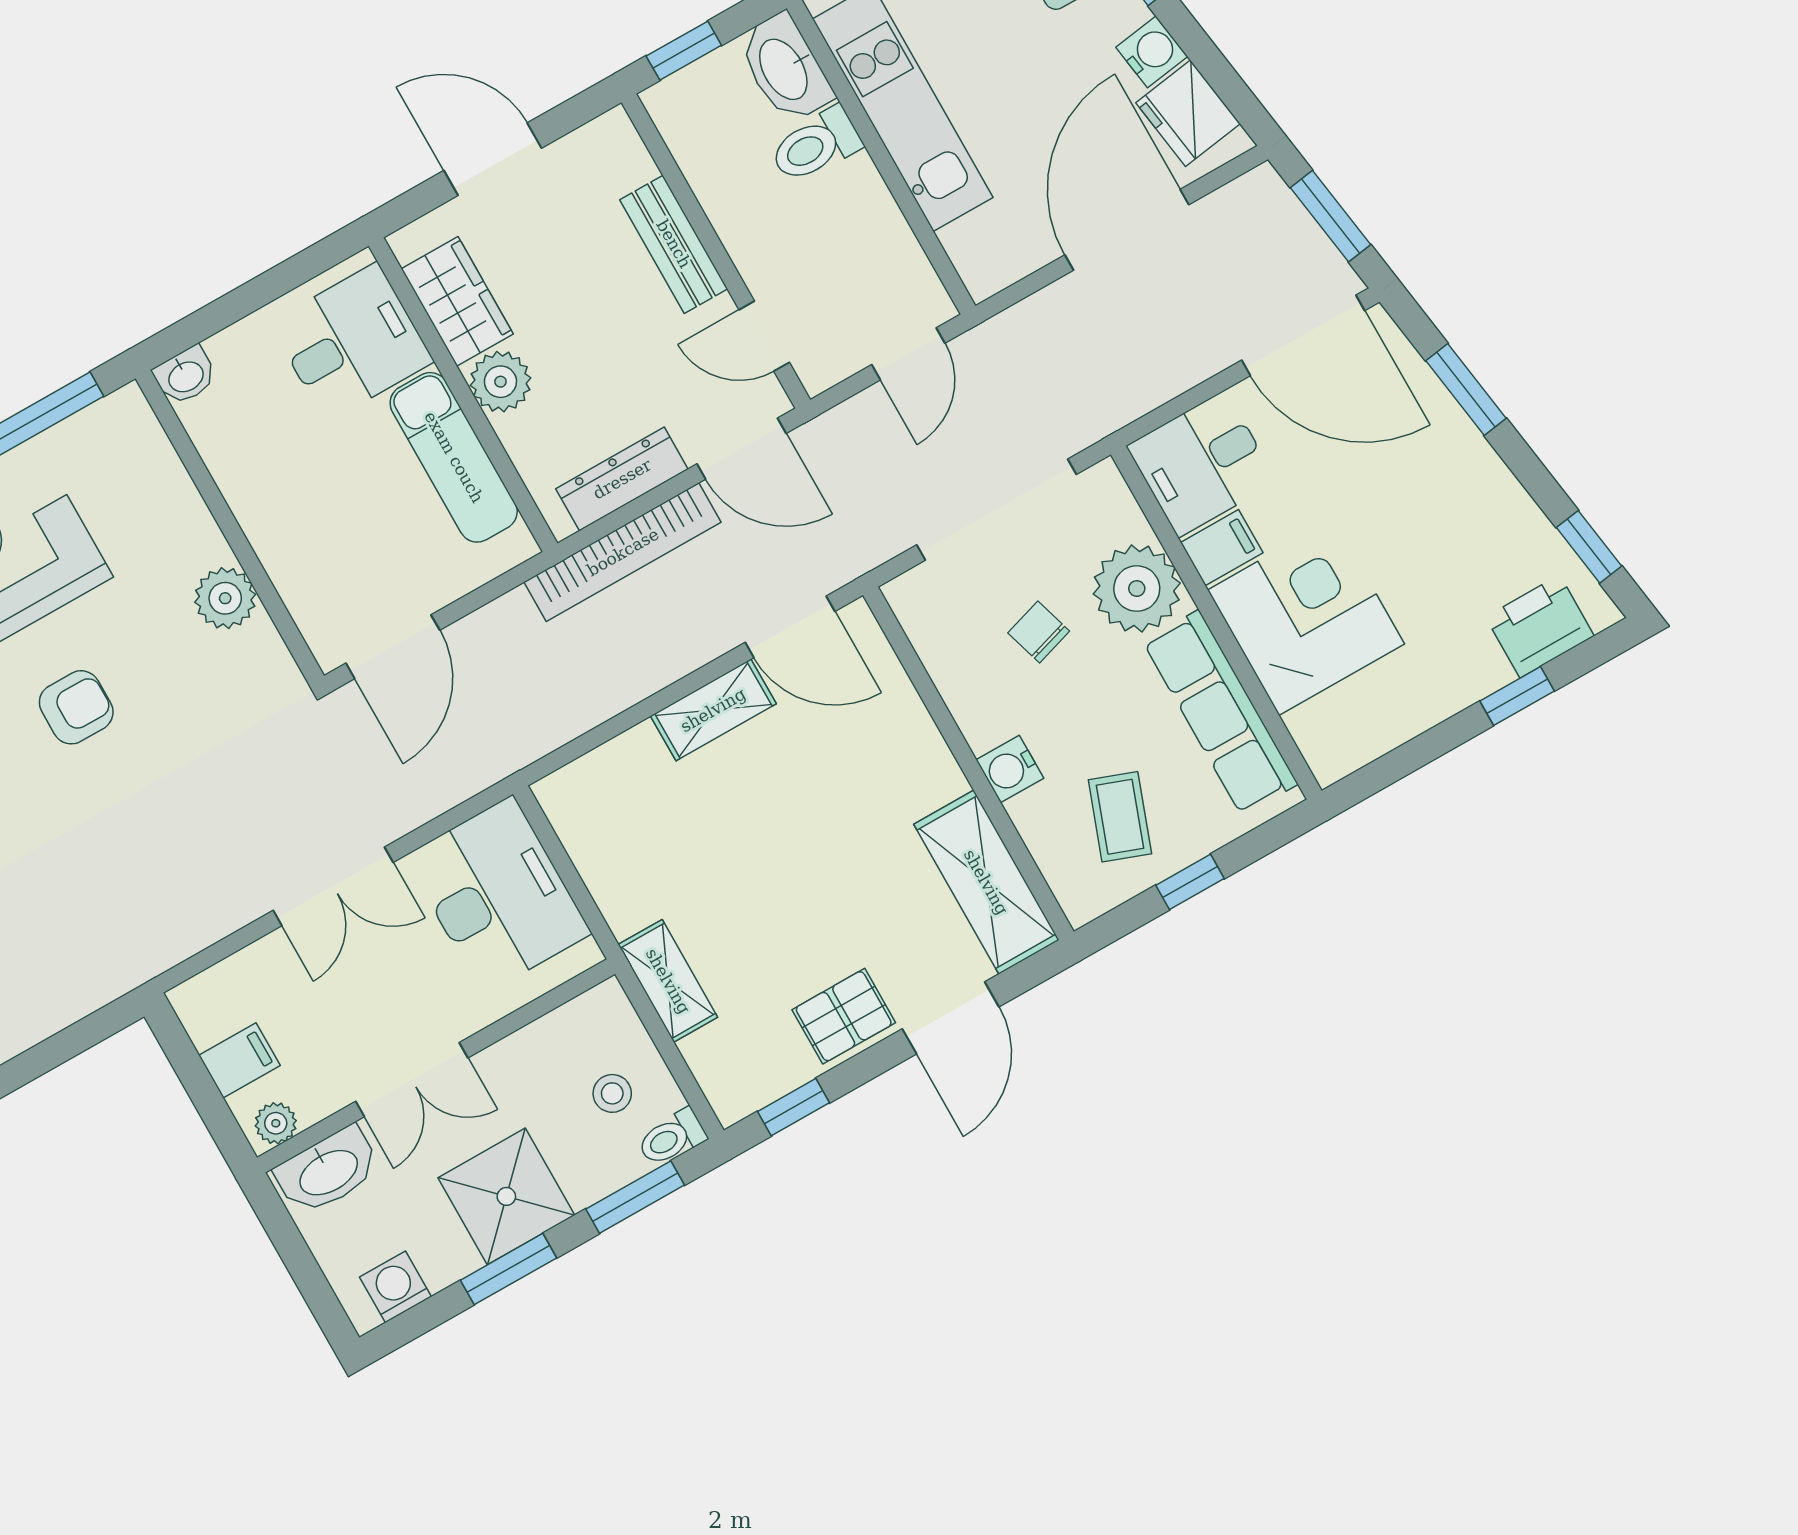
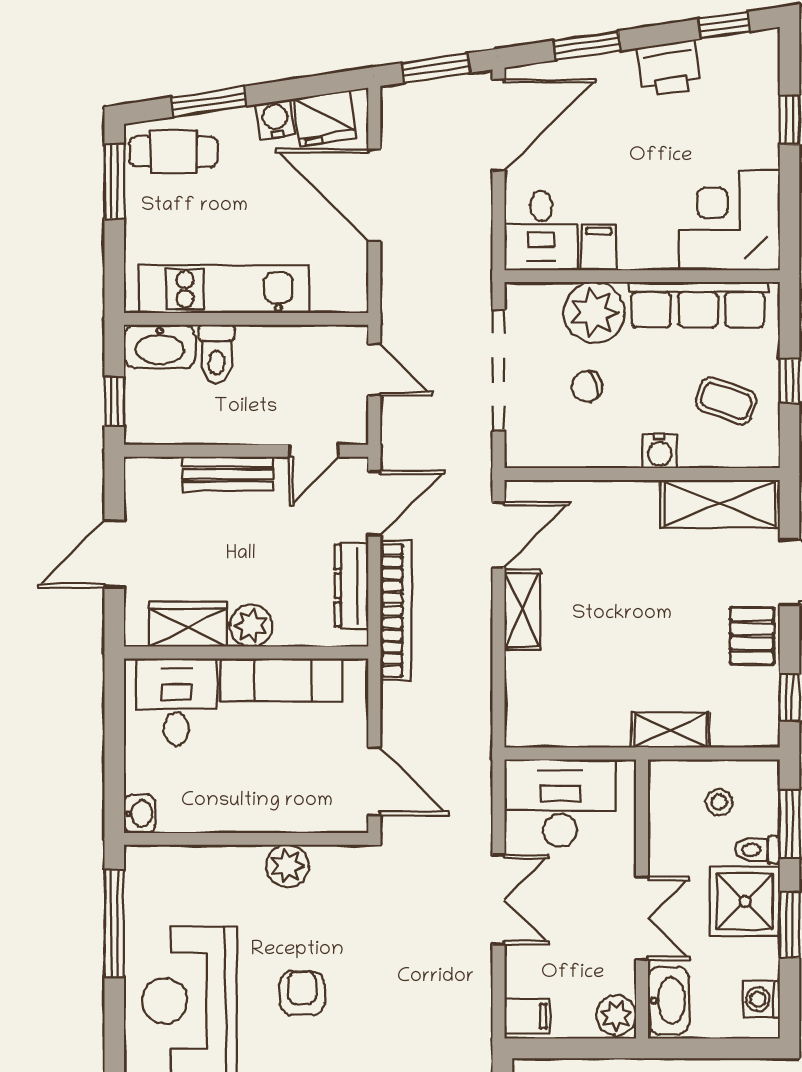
corner desk: (1306, 617) -> (730, 220), moved
printer: (1540, 626) -> (669, 68), moved, turned -98
filing cabinet: (240, 1060) -> (527, 1016), moved, turned 90
plant: (276, 1123) -> (616, 1015), width x1.38, depth x1.38
toilet: (672, 1138) -> (758, 850), moved, turned 90

